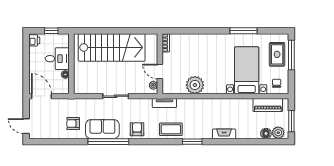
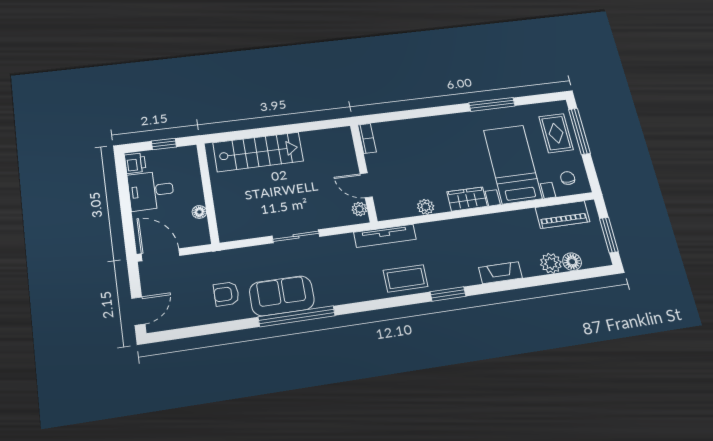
stairs: (112, 47) -> (258, 152), width x0.73, depth x0.66
desk: (57, 59) -> (151, 191), moved, turned 180
plant: (195, 85) -> (426, 207), width x0.53, depth x0.53
wardrobe: (215, 88) -> (467, 199), added
tv unit: (164, 103) -> (385, 236), width x1.41
door: (26, 126) -> (138, 311), swing flipped
armchair: (137, 129) -> (345, 287), removed
plant: (278, 133) -> (551, 263), moved

